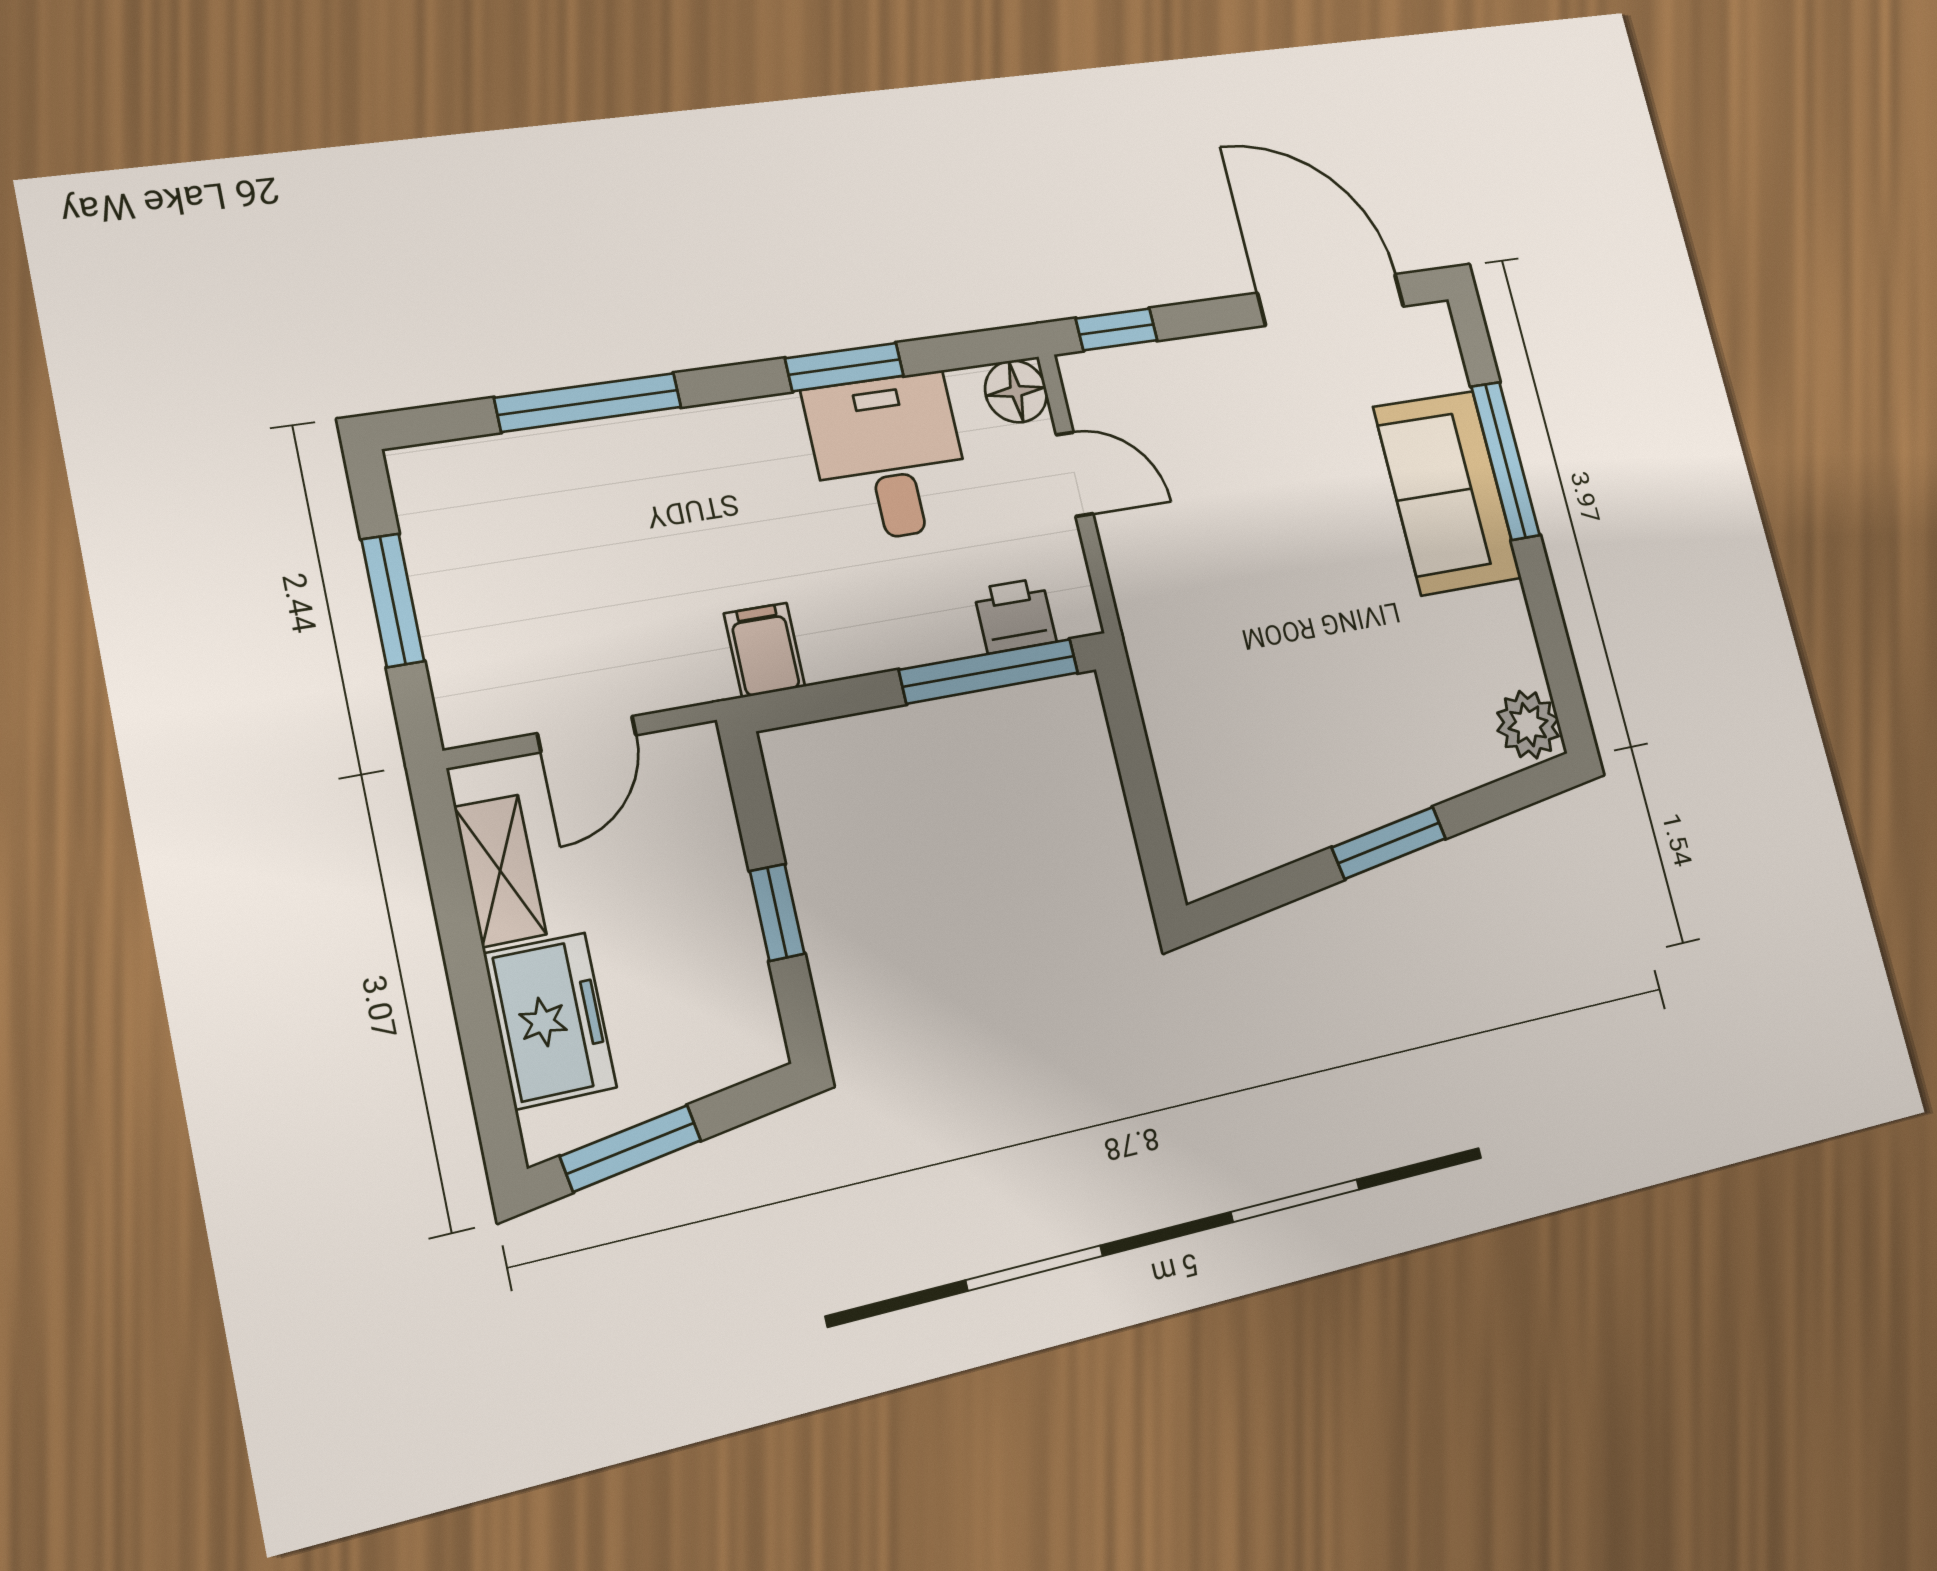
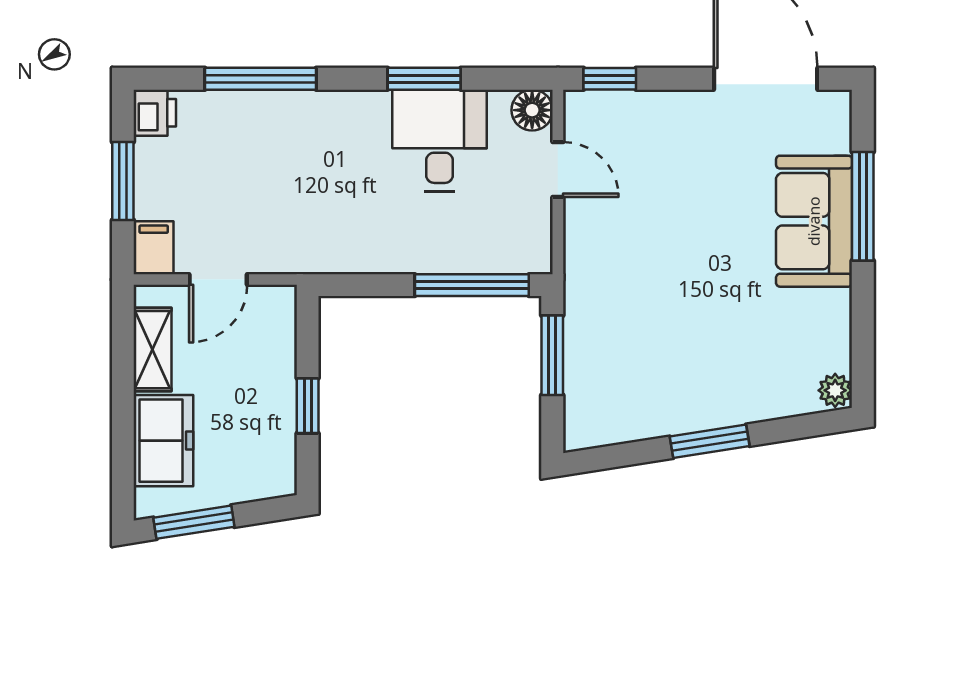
printer: (1015, 616) -> (155, 113), moved, turned 90
filing cabinet: (764, 650) -> (154, 248), moved
plant: (1528, 725) -> (835, 390), width x0.73, depth x0.73
window: (1134, 757) -> (552, 355), added

